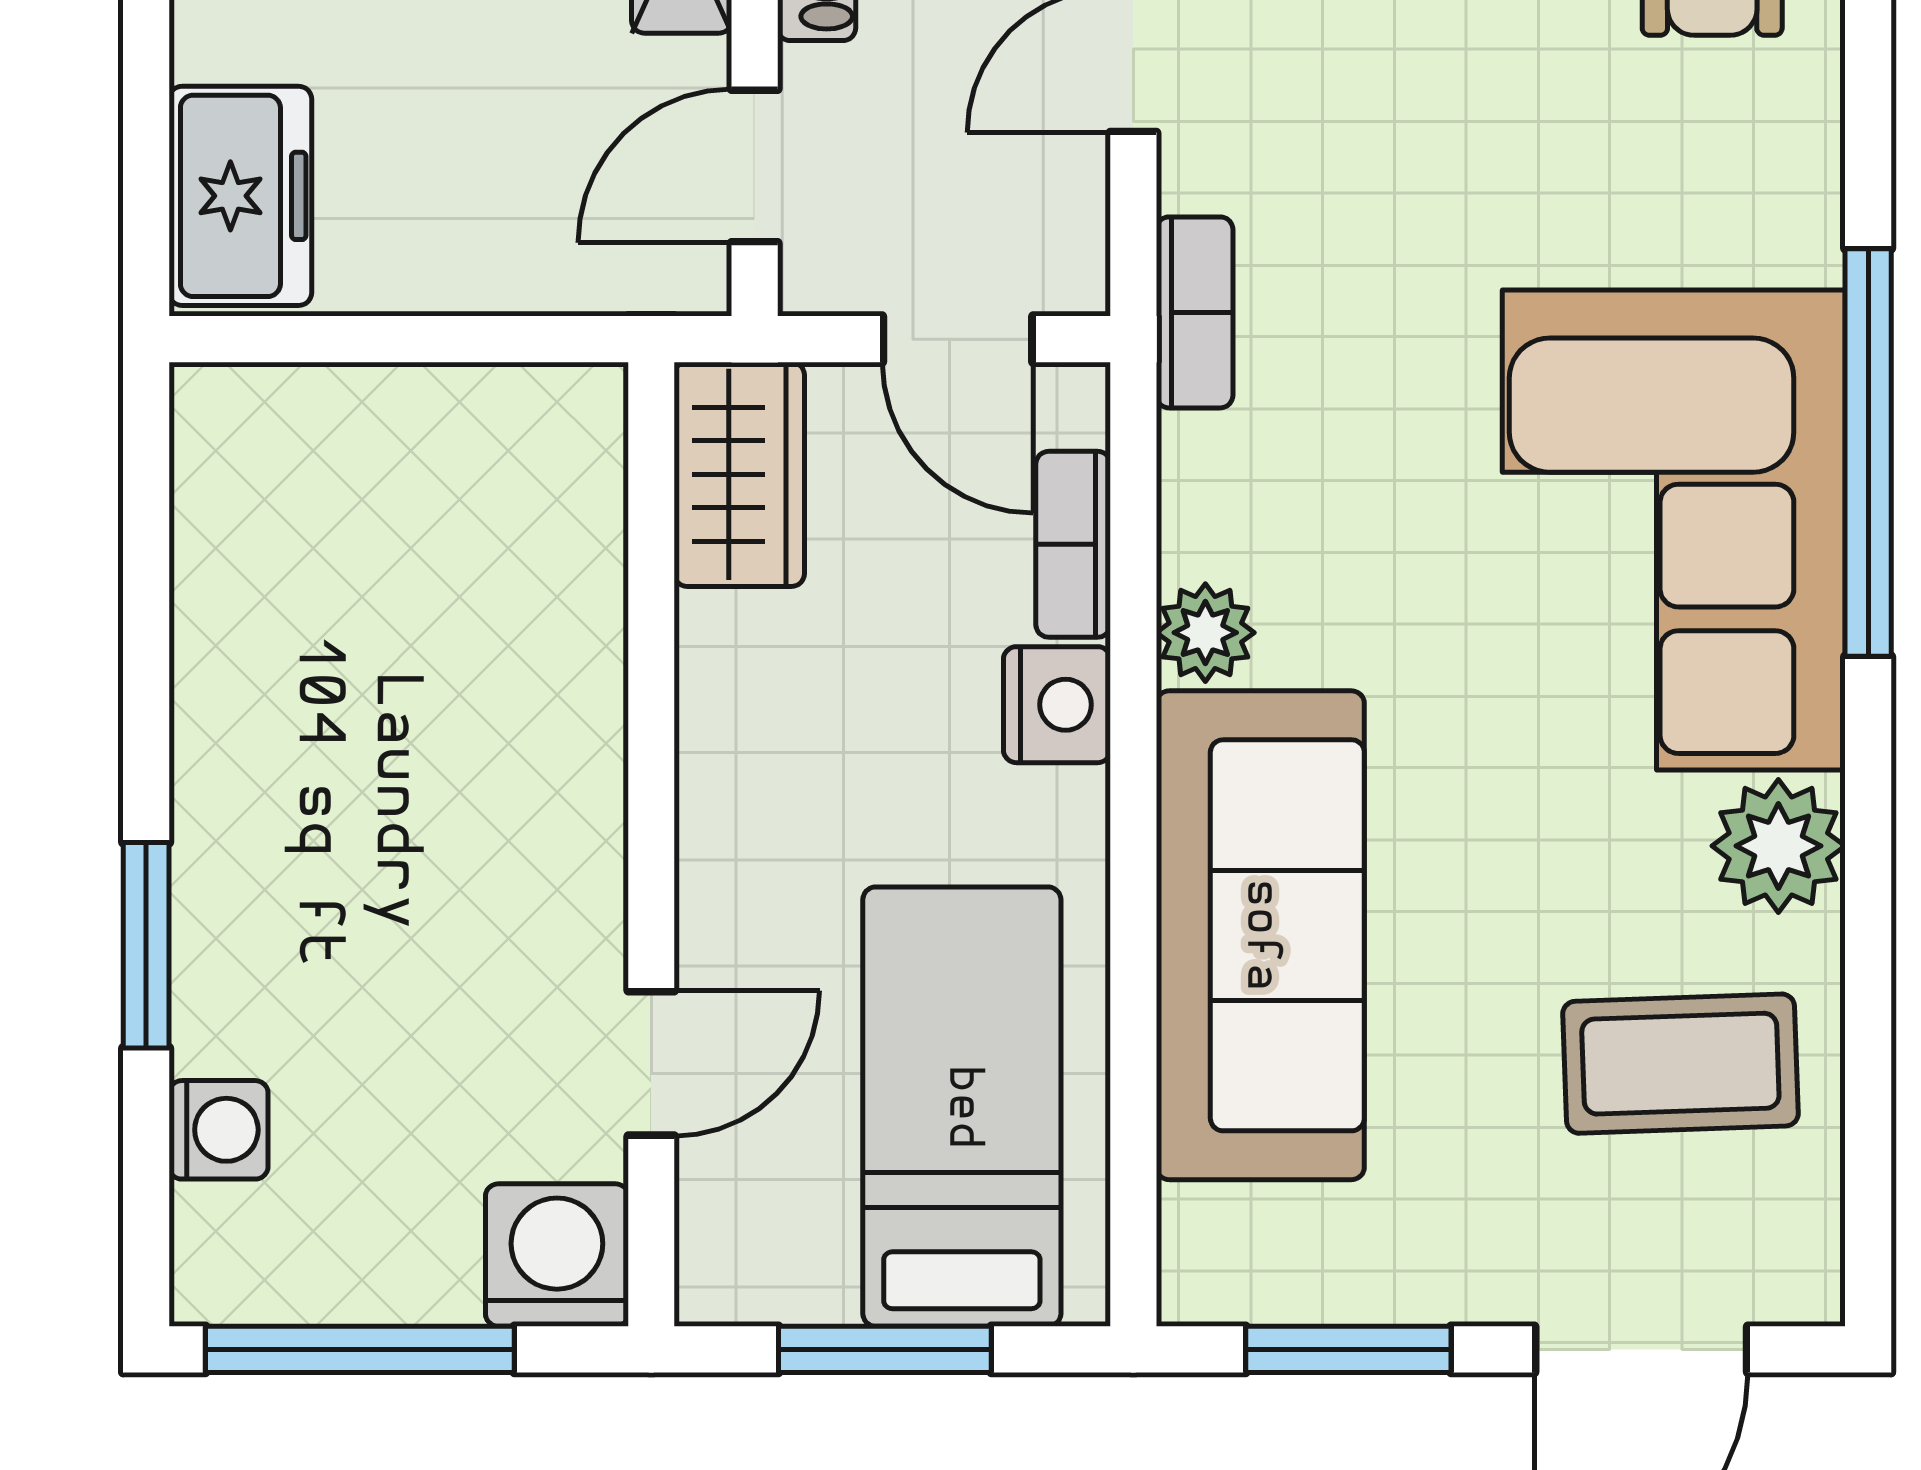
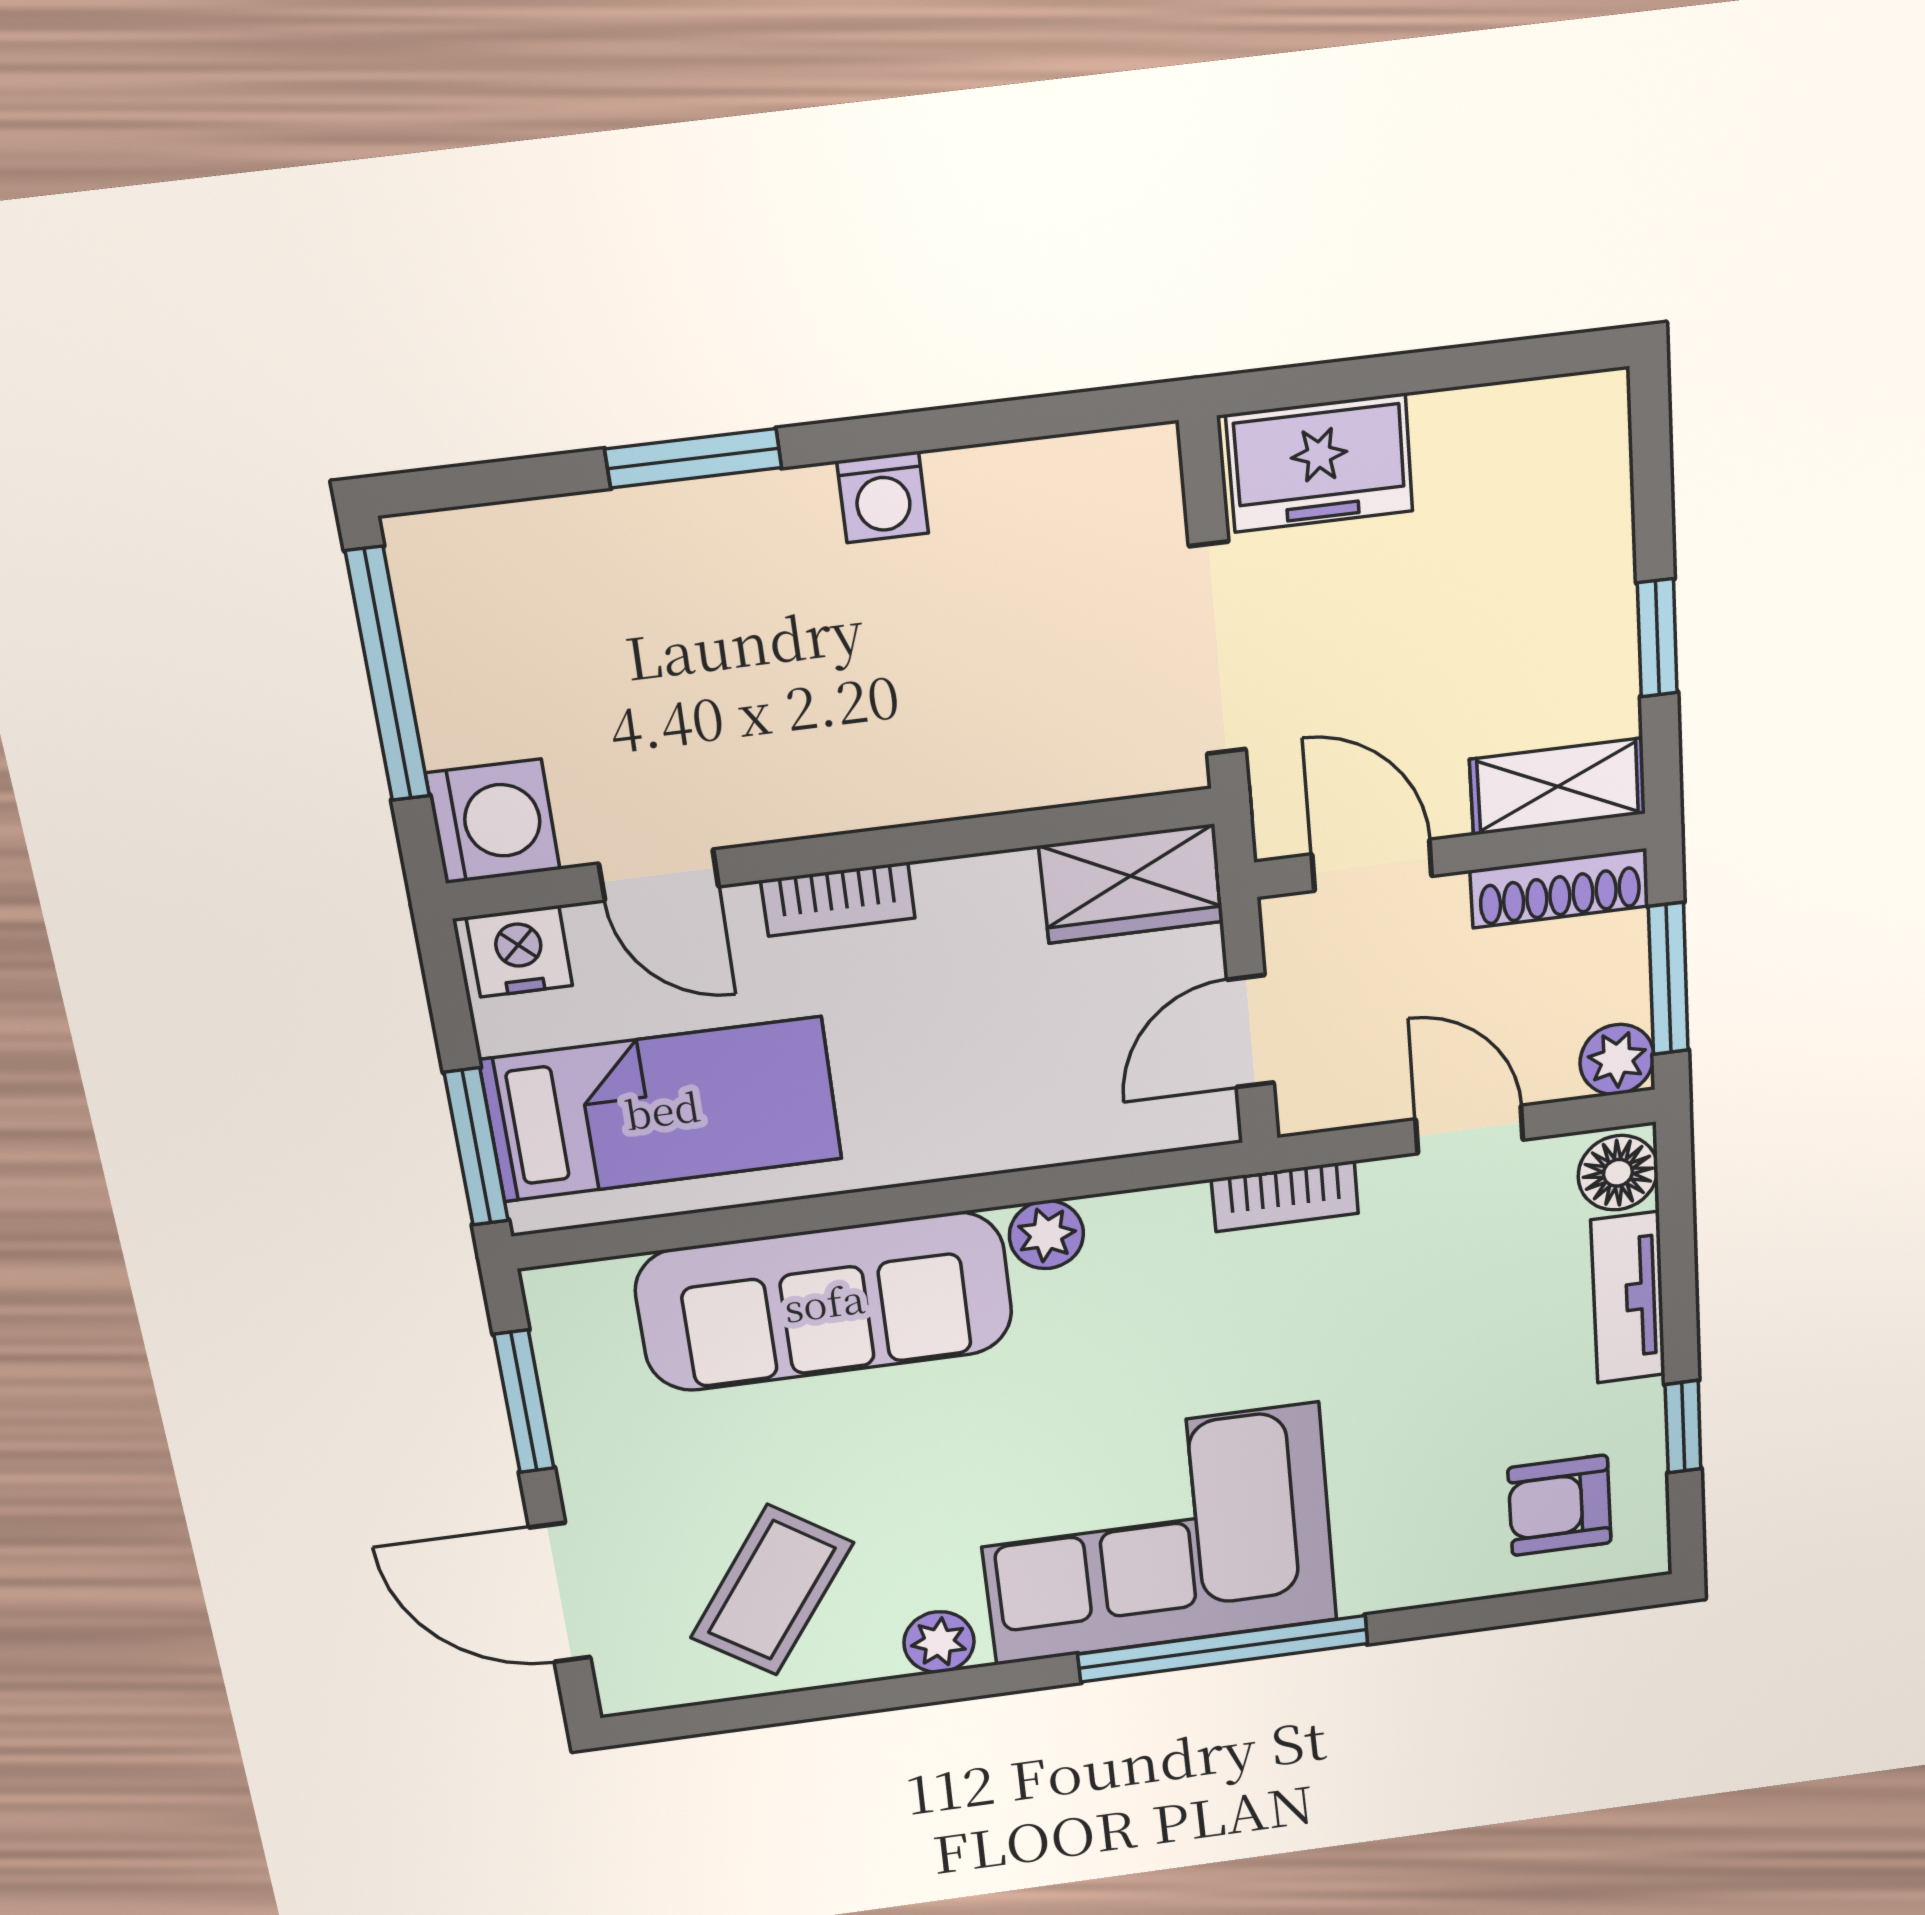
doorway: (452, 339) -> (1218, 649), added
bookcase: (1073, 544) -> (838, 899), moved, turned 180
nightstand: (1057, 705) -> (519, 951), moved, turned 180
plant: (1778, 846) -> (939, 1642), width x0.73, depth x0.73
coffee table: (1680, 1064) -> (772, 1590), turned 37
washing machine: (219, 1130) -> (883, 497), moved
window: (885, 1349) -> (476, 1147), moved

